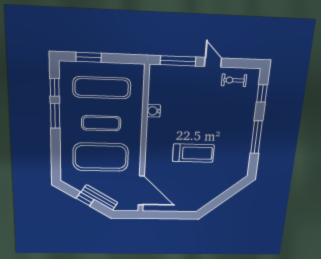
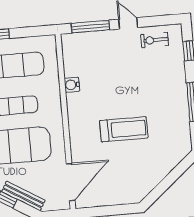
door: (141, 190) -> (71, 182), hinge flipped

